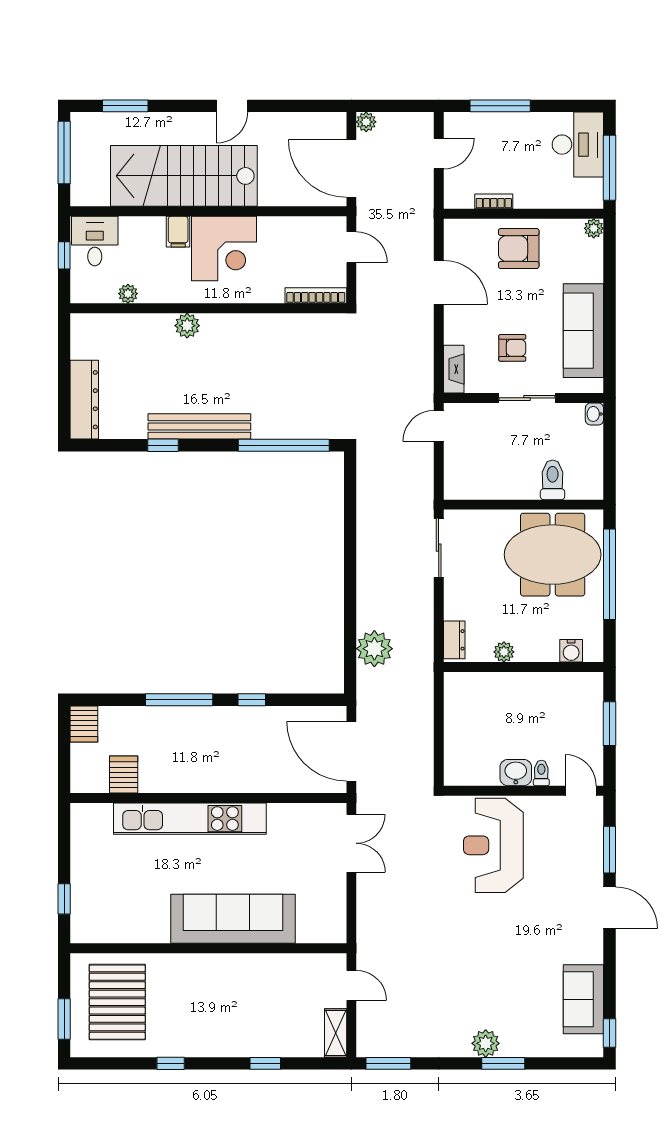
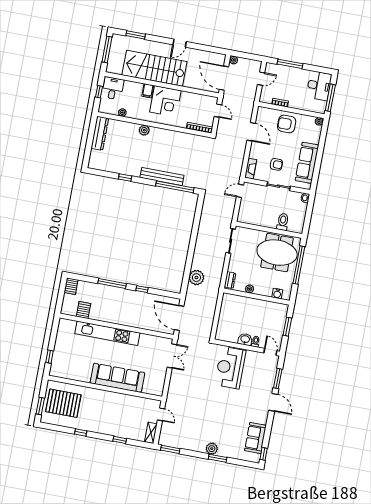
dresser: (84, 400) -> (100, 133), moved
bench: (199, 426) -> (162, 176), moved
pallet: (117, 1002) -> (63, 403), turned 90

